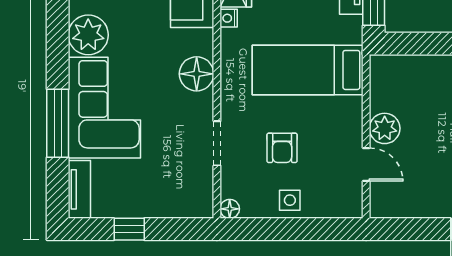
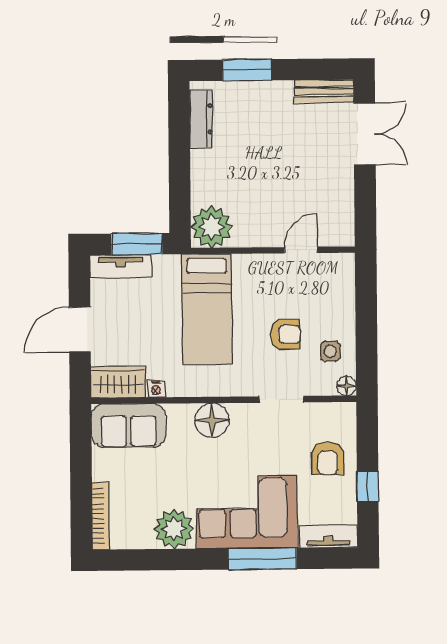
plant: (385, 128) -> (212, 227), moved, width x1.36, depth x1.36
armchair: (157, 189) -> (328, 458), added
side table: (290, 200) -> (330, 351), moved

